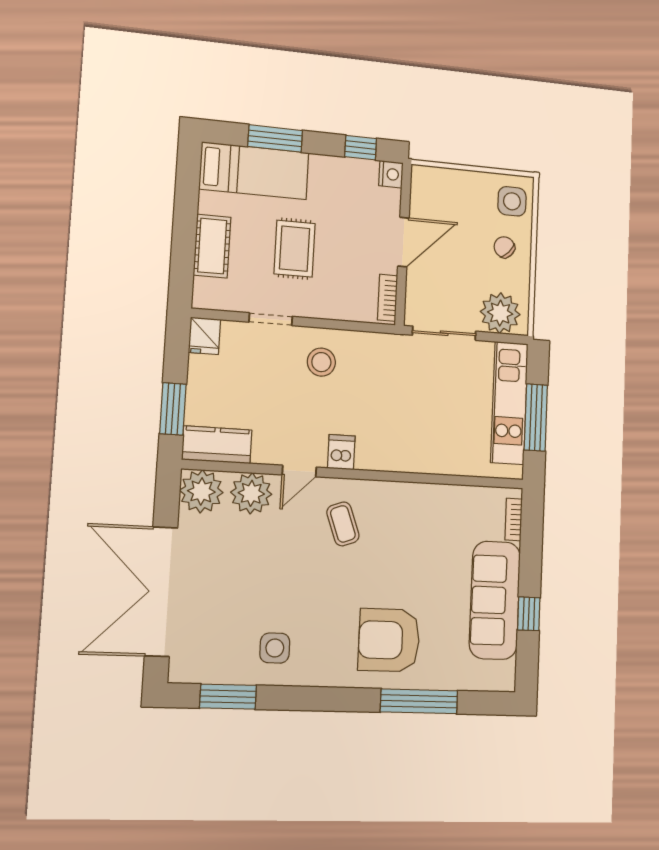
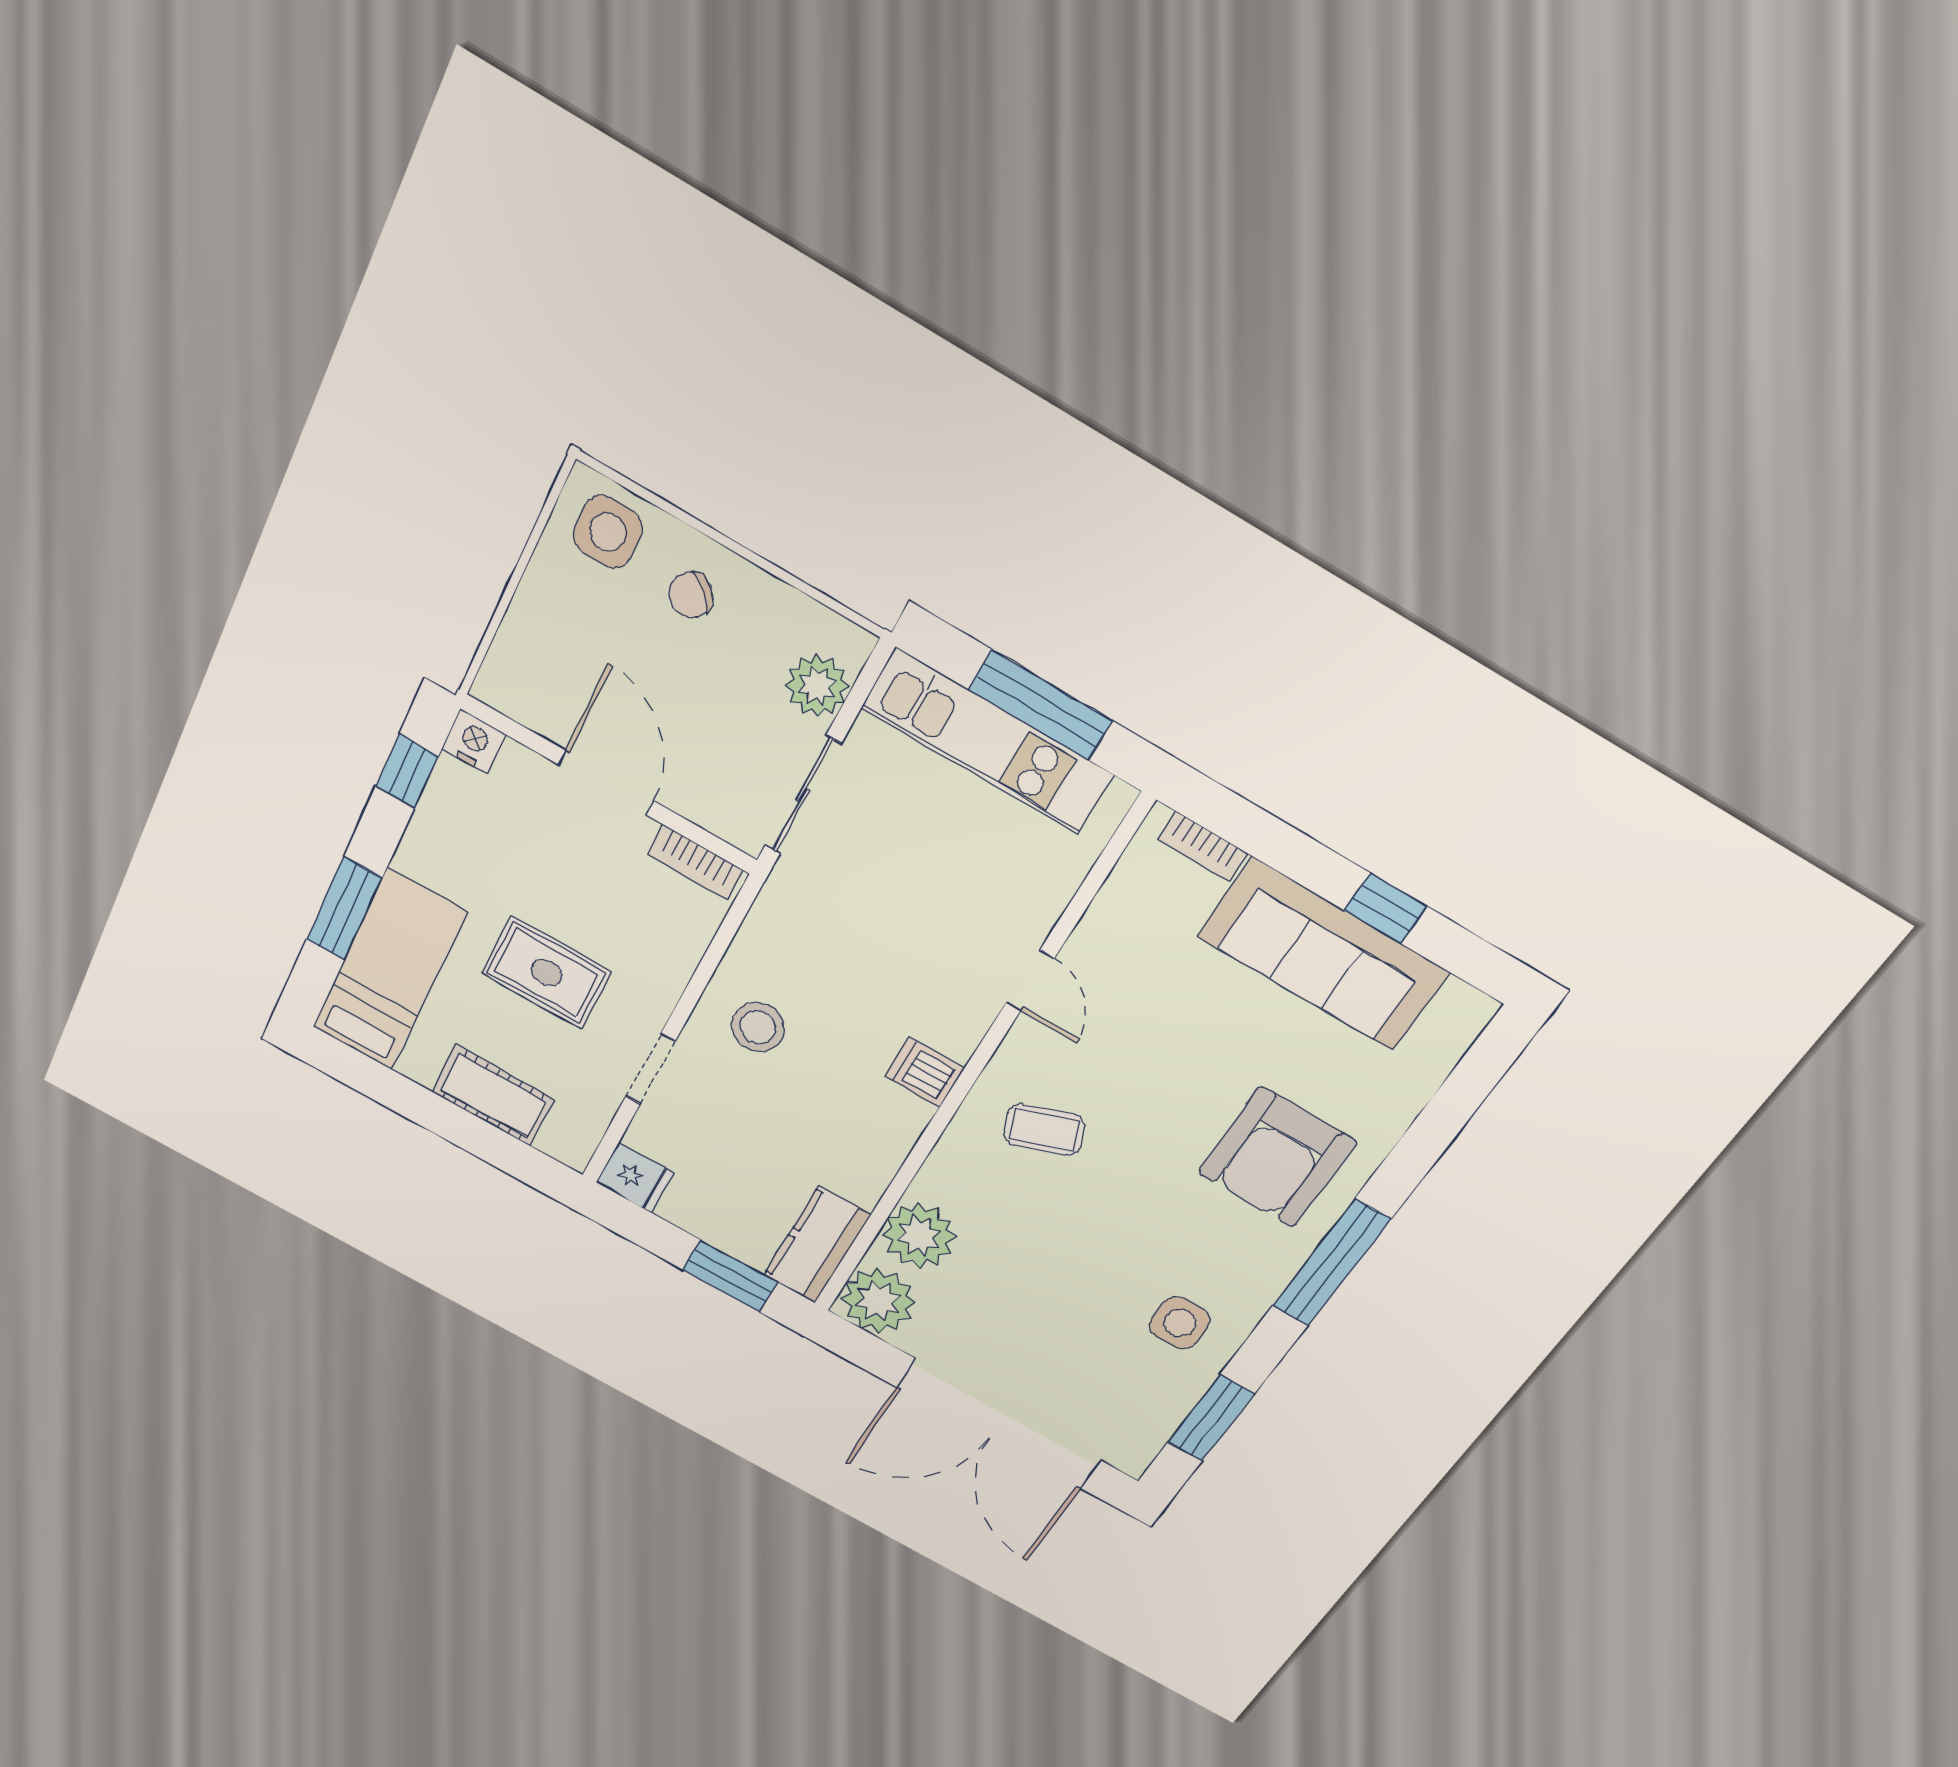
plant: (500, 313) -> (817, 686), width x0.73, depth x0.73
door: (299, 471) -> (1030, 981), moved
window: (419, 701) -> (1331, 1263), moved

